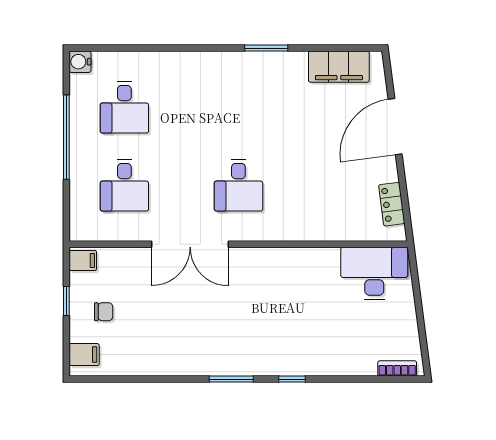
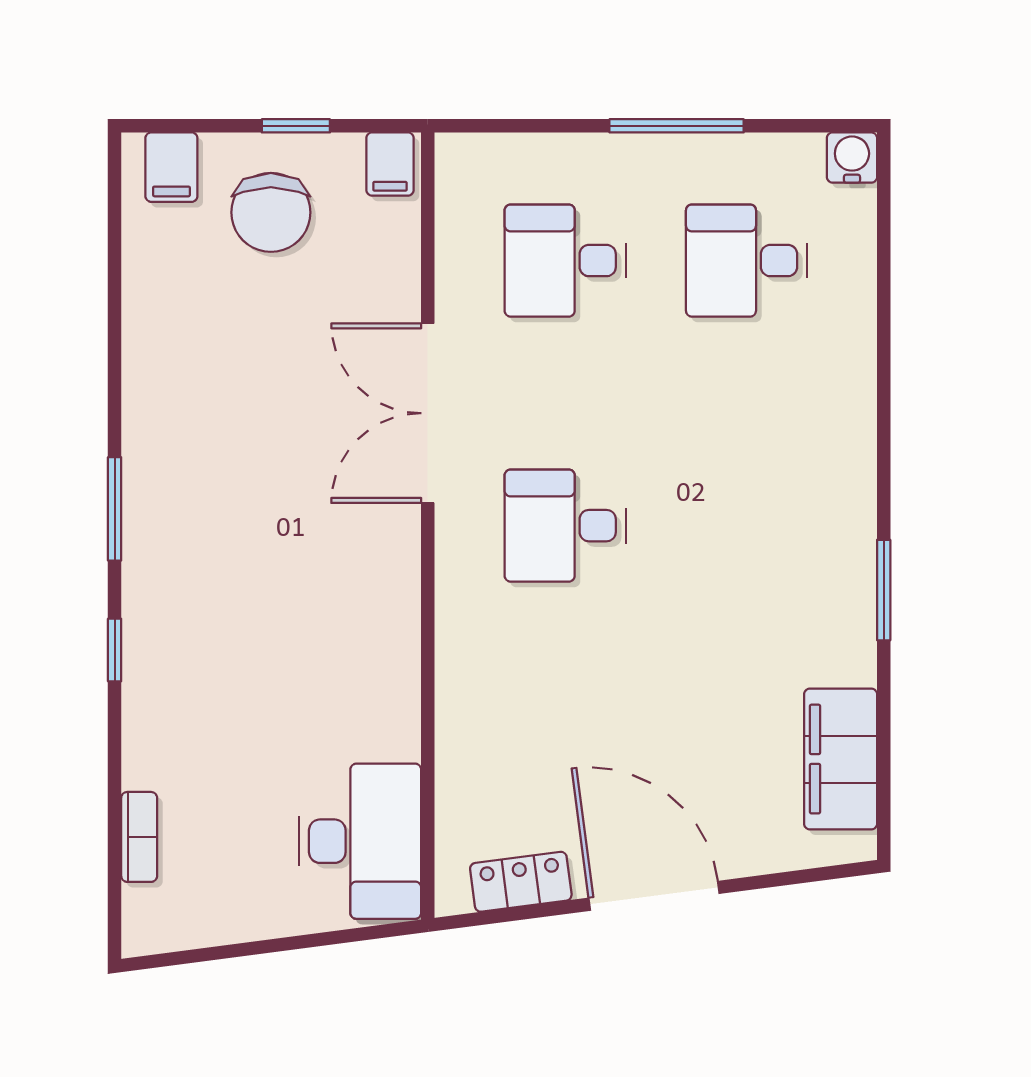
door: (395, 127) -> (654, 896), moved
window: (66, 137) -> (677, 126), width x0.68
chair: (104, 312) -> (271, 212), width x1.87, depth x1.87
bookcase: (397, 368) -> (139, 837), moved

